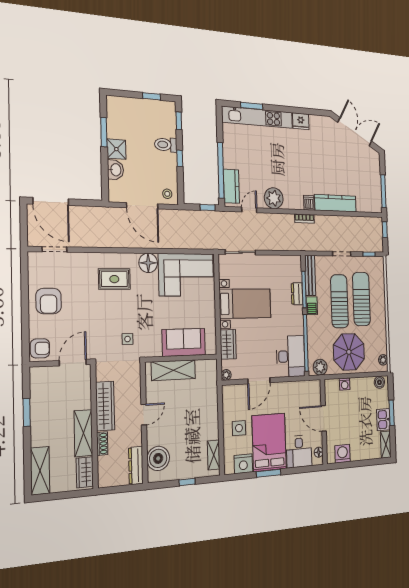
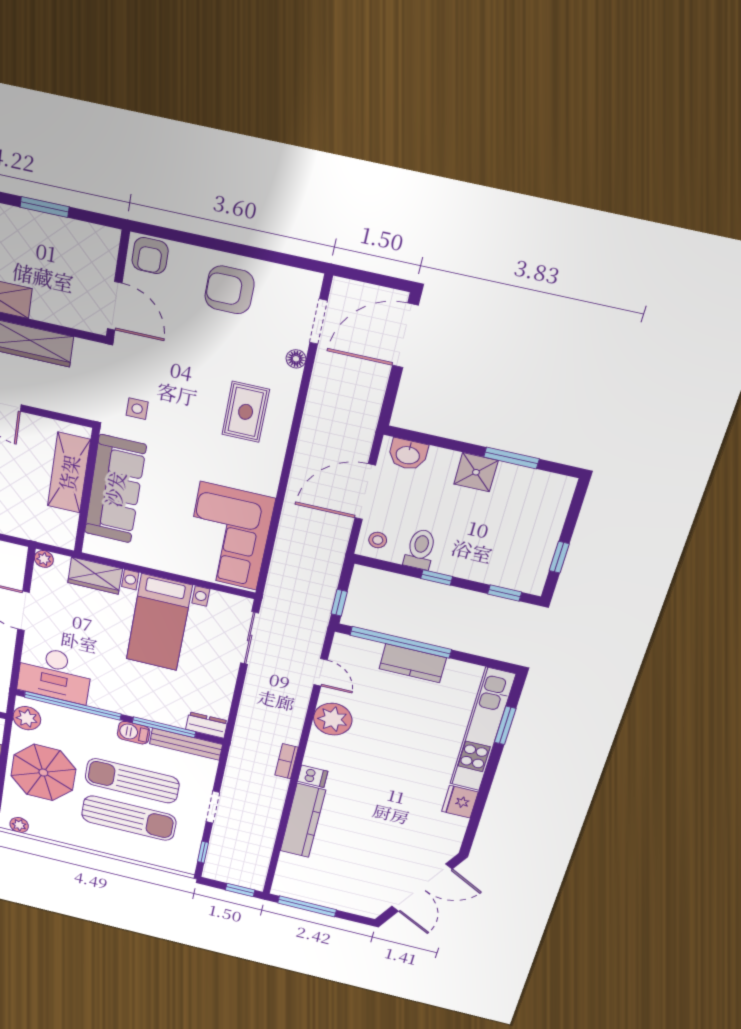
toilet: (166, 145) -> (420, 549), moved
washbasin: (115, 170) -> (408, 454), moved
kitchen counter: (231, 186) -> (413, 663), moved
floor lamp: (148, 263) -> (296, 359), moved, width x0.53, depth x0.53
dresser: (297, 294) -> (207, 725), moved
sun lounger: (339, 301) -> (132, 781), turned 180
sofa: (184, 342) -> (115, 489), width x1.36

